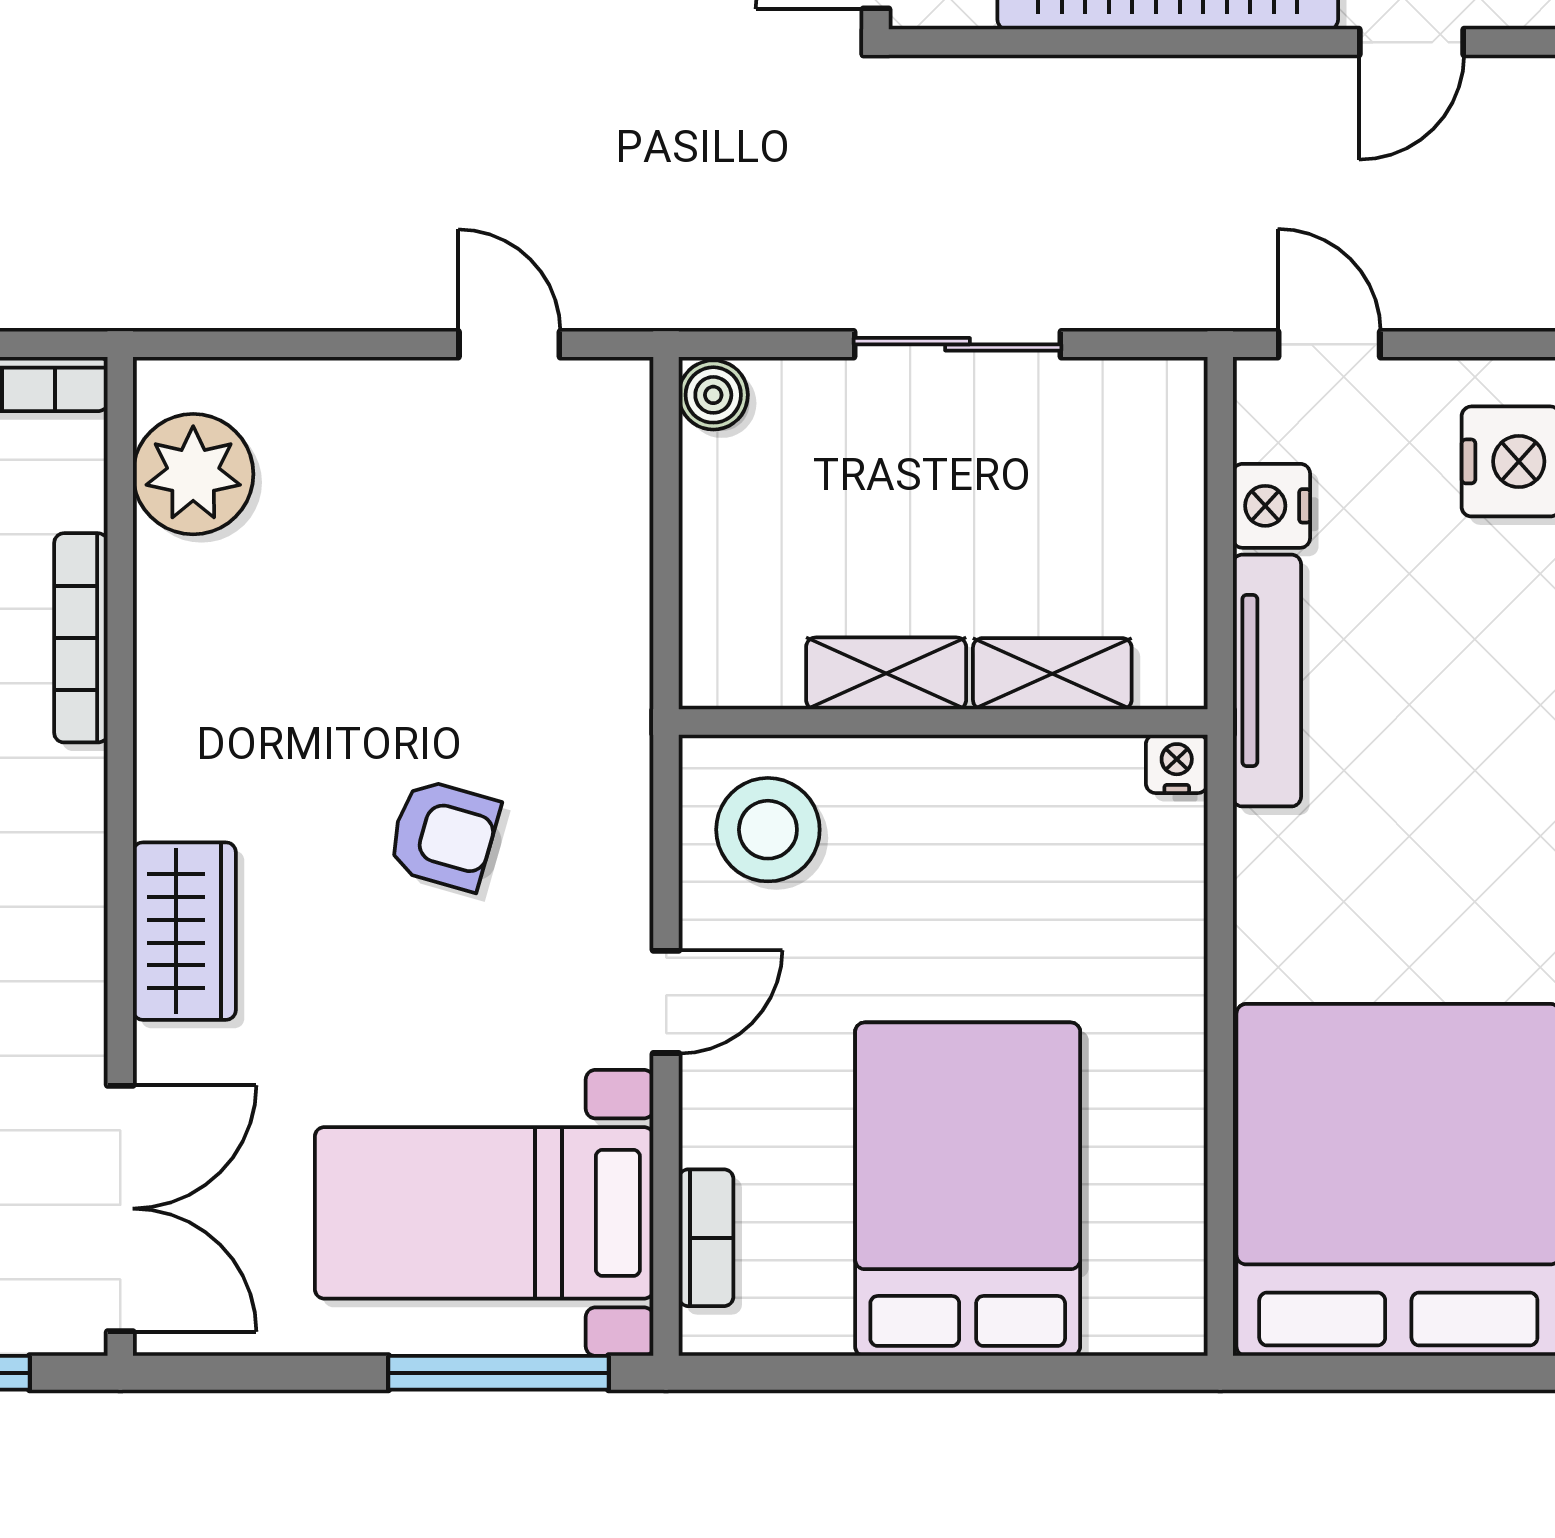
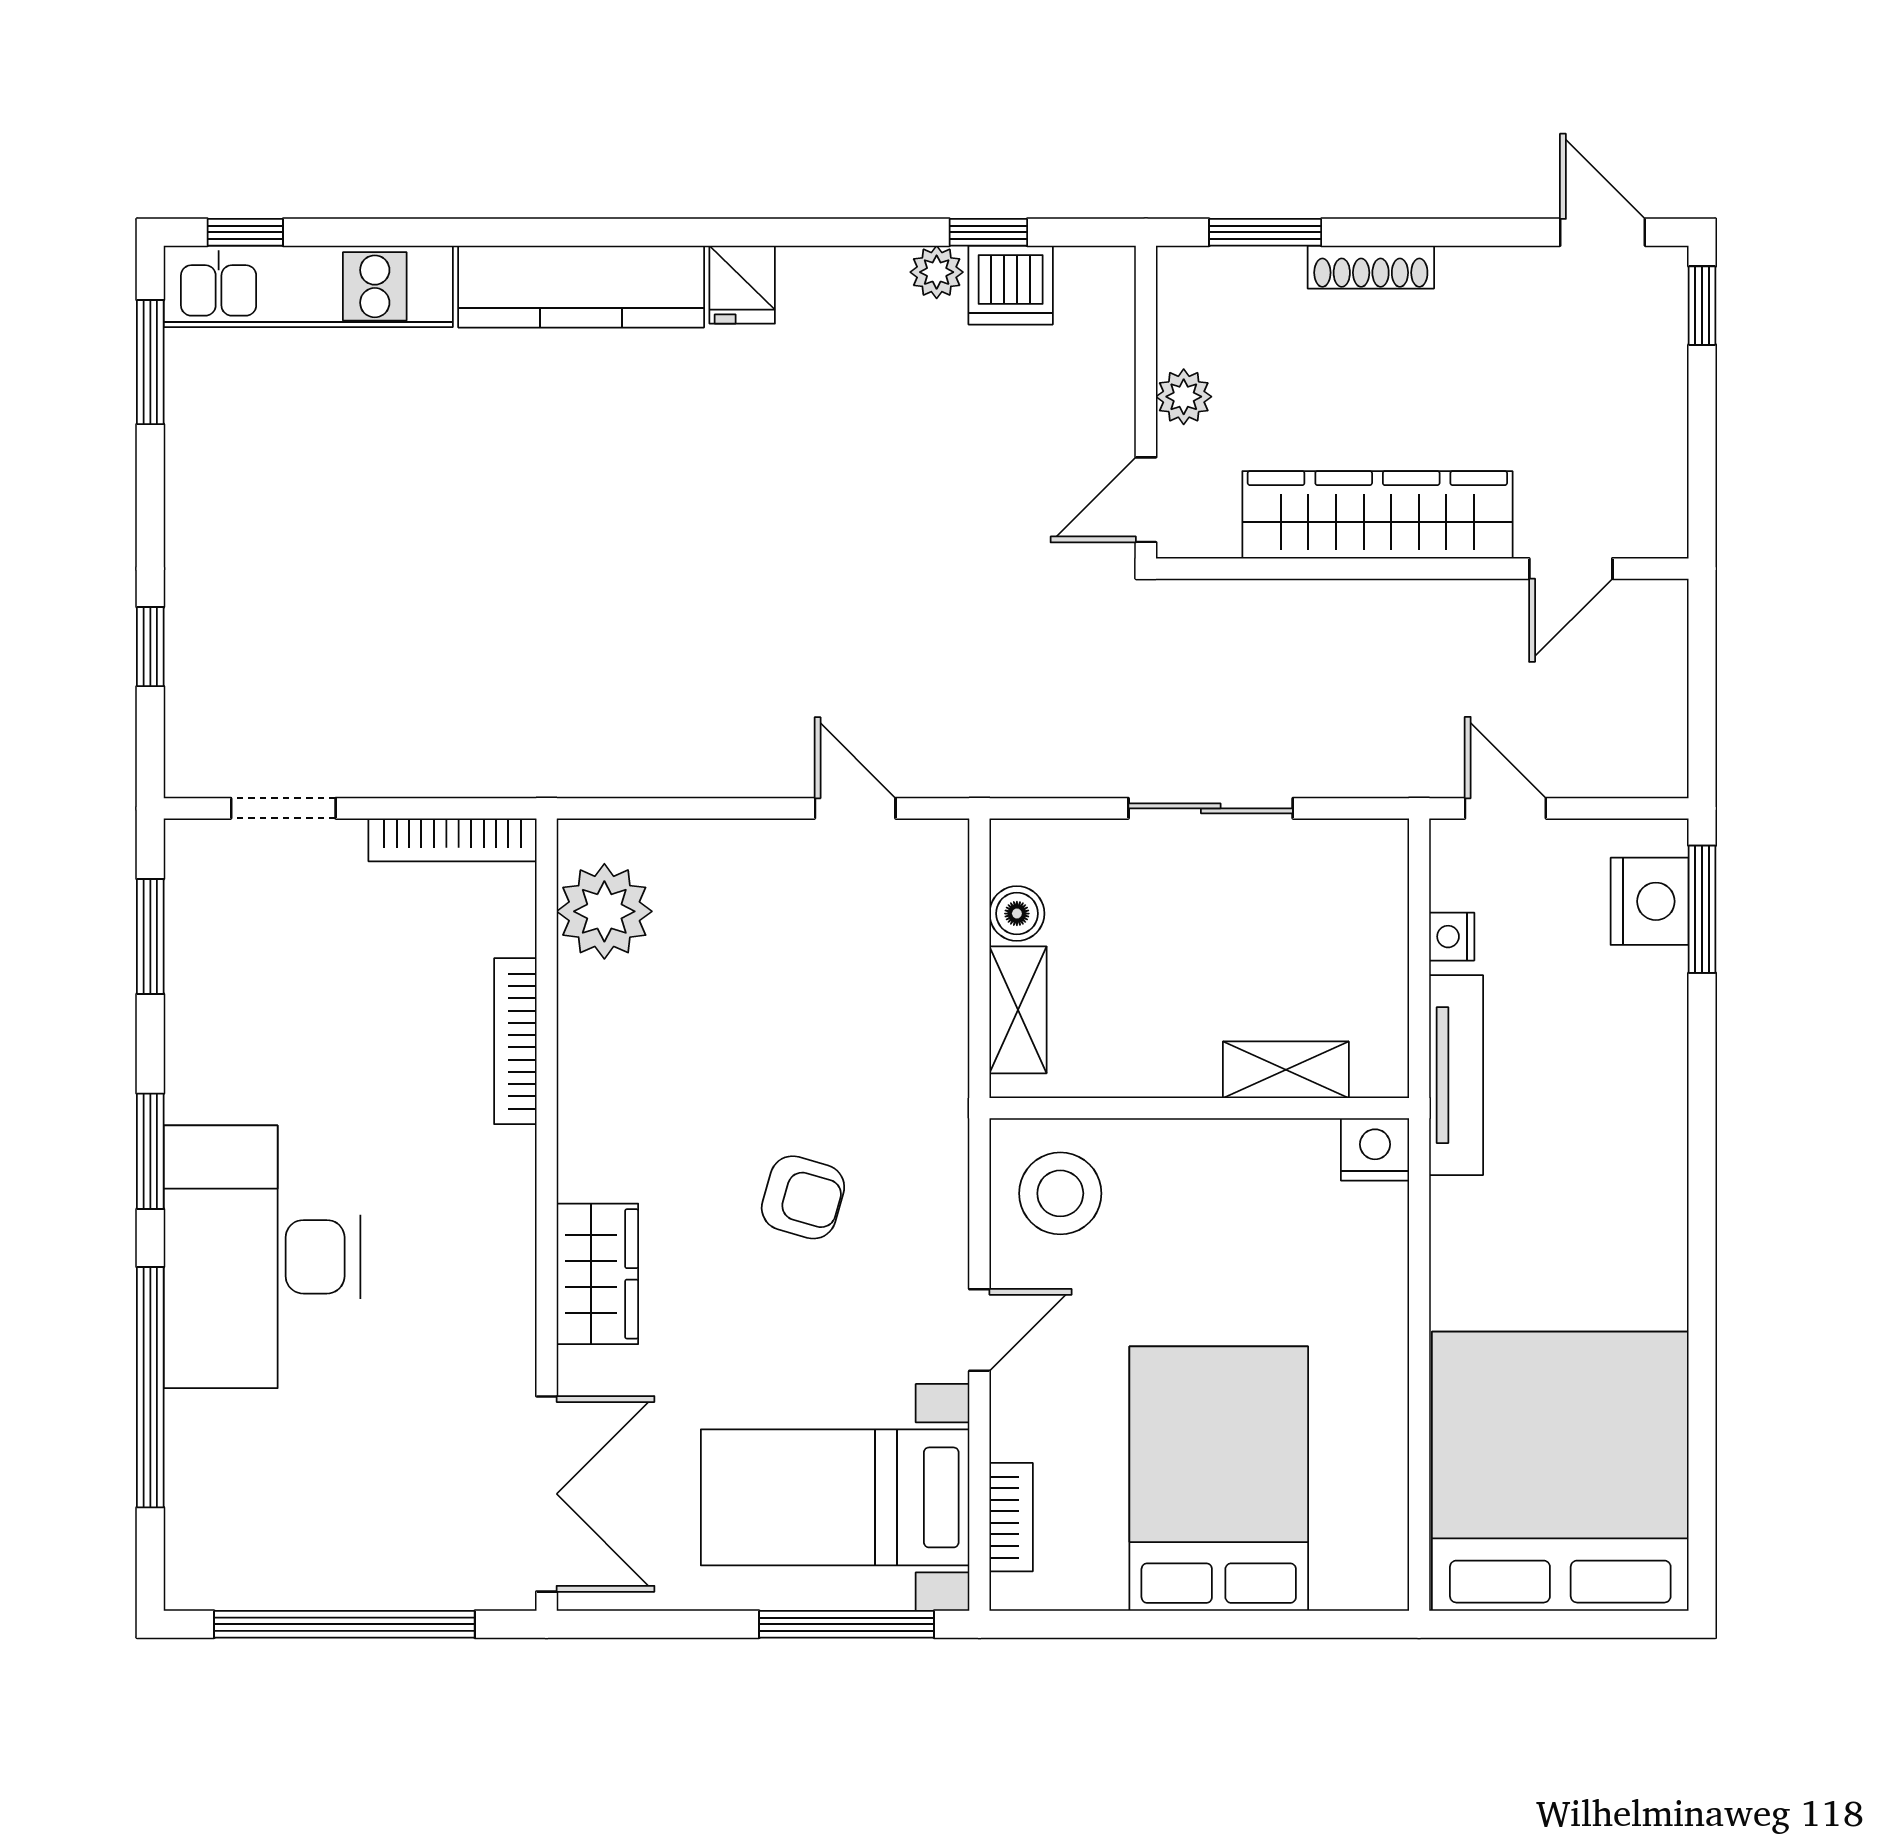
boiler: (713, 395) -> (1017, 914), moved
nightstand: (1271, 506) -> (1452, 937), width x0.72, depth x0.74
shelving: (886, 673) -> (1018, 1010), moved, turned 90
nightstand: (1177, 764) -> (1375, 1149), width x1.39, depth x1.35

